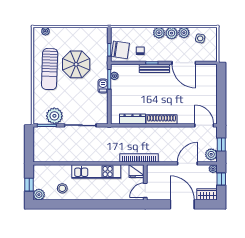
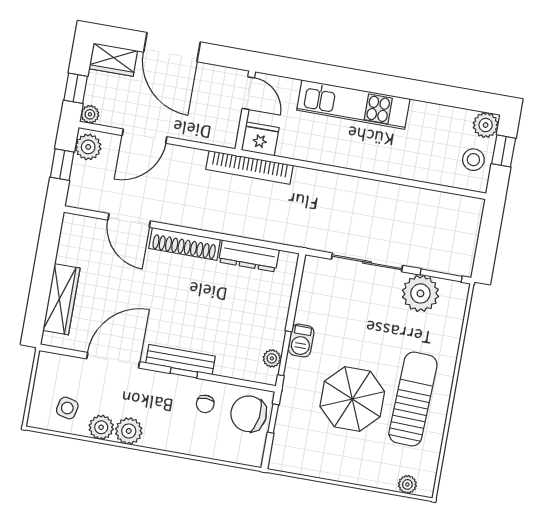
plant: (159, 33) -> (156, 437), removed
door: (184, 63) -> (113, 360), hinge flipped
wardrobe: (211, 86) -> (61, 299), added
door: (204, 125) -> (129, 220), moved
kitchen unit: (96, 172) -> (353, 104), moved, turned 180
stool: (62, 188) -> (473, 160), moved
door: (145, 190) -> (248, 93), hinge flipped

